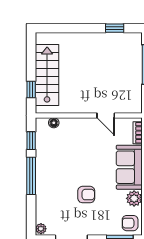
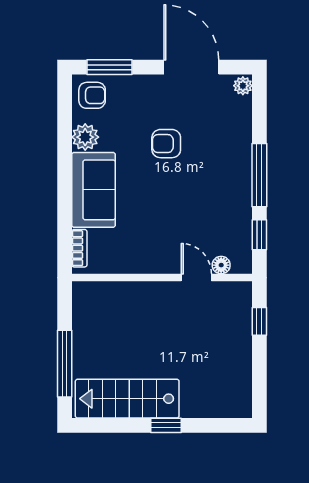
window: (115, 28) -> (166, 425), moved
stairs: (47, 75) -> (127, 399), moved, turned 90
door: (106, 115) -> (196, 278), moved

